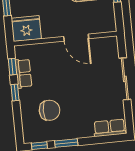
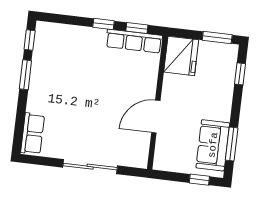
row of seats: (23, 73) -> (134, 41), width x1.48
chair: (50, 110) -> (71, 63), removed

